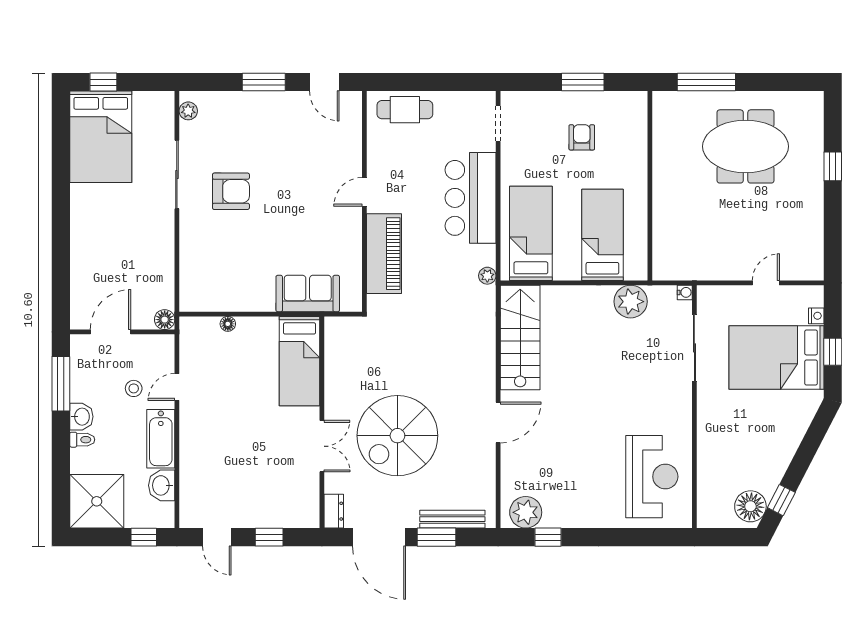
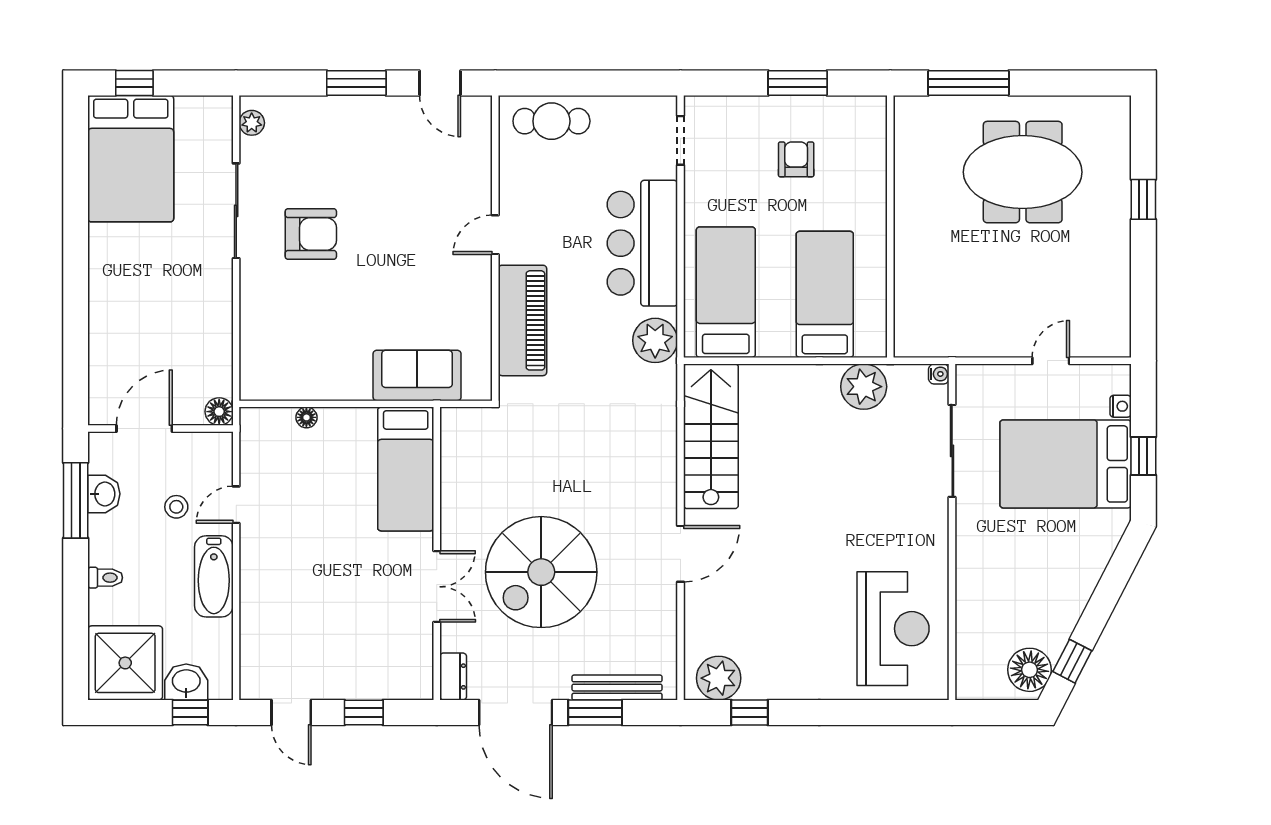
plant: (487, 276) -> (655, 340), width x1.87, depth x1.87
washbasin: (81, 417) -> (104, 494), moved
washbasin: (162, 485) -> (186, 682), moved, turned 90

